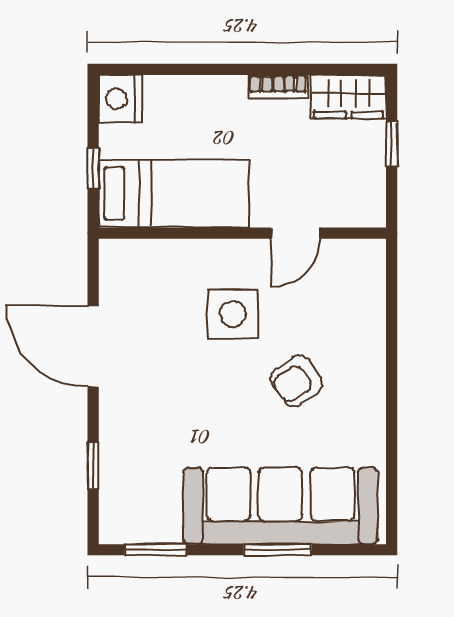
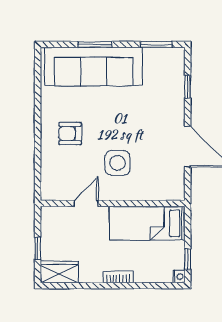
bookcase: (278, 87) -> (118, 277), moved
nightstand: (120, 99) -> (179, 277), width x0.53, depth x0.56
window: (93, 168) -> (188, 259), moved
armchair: (297, 381) -> (70, 134), moved, turned -146

